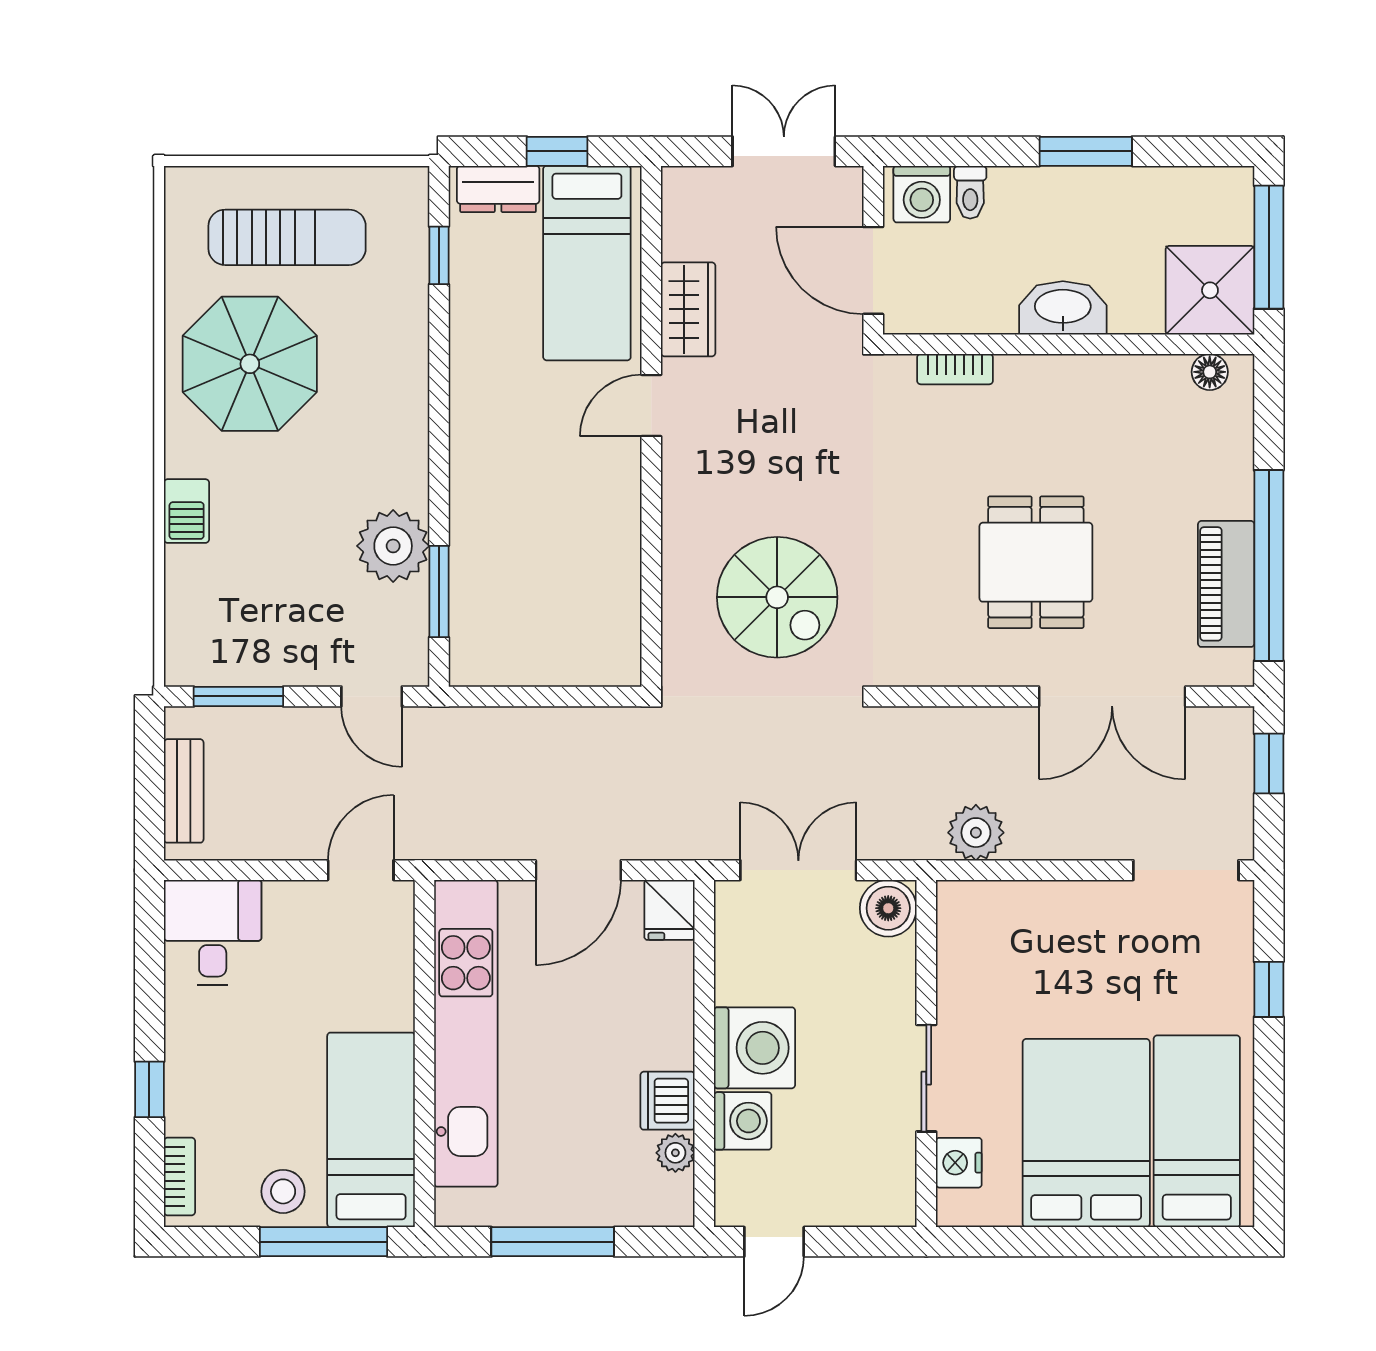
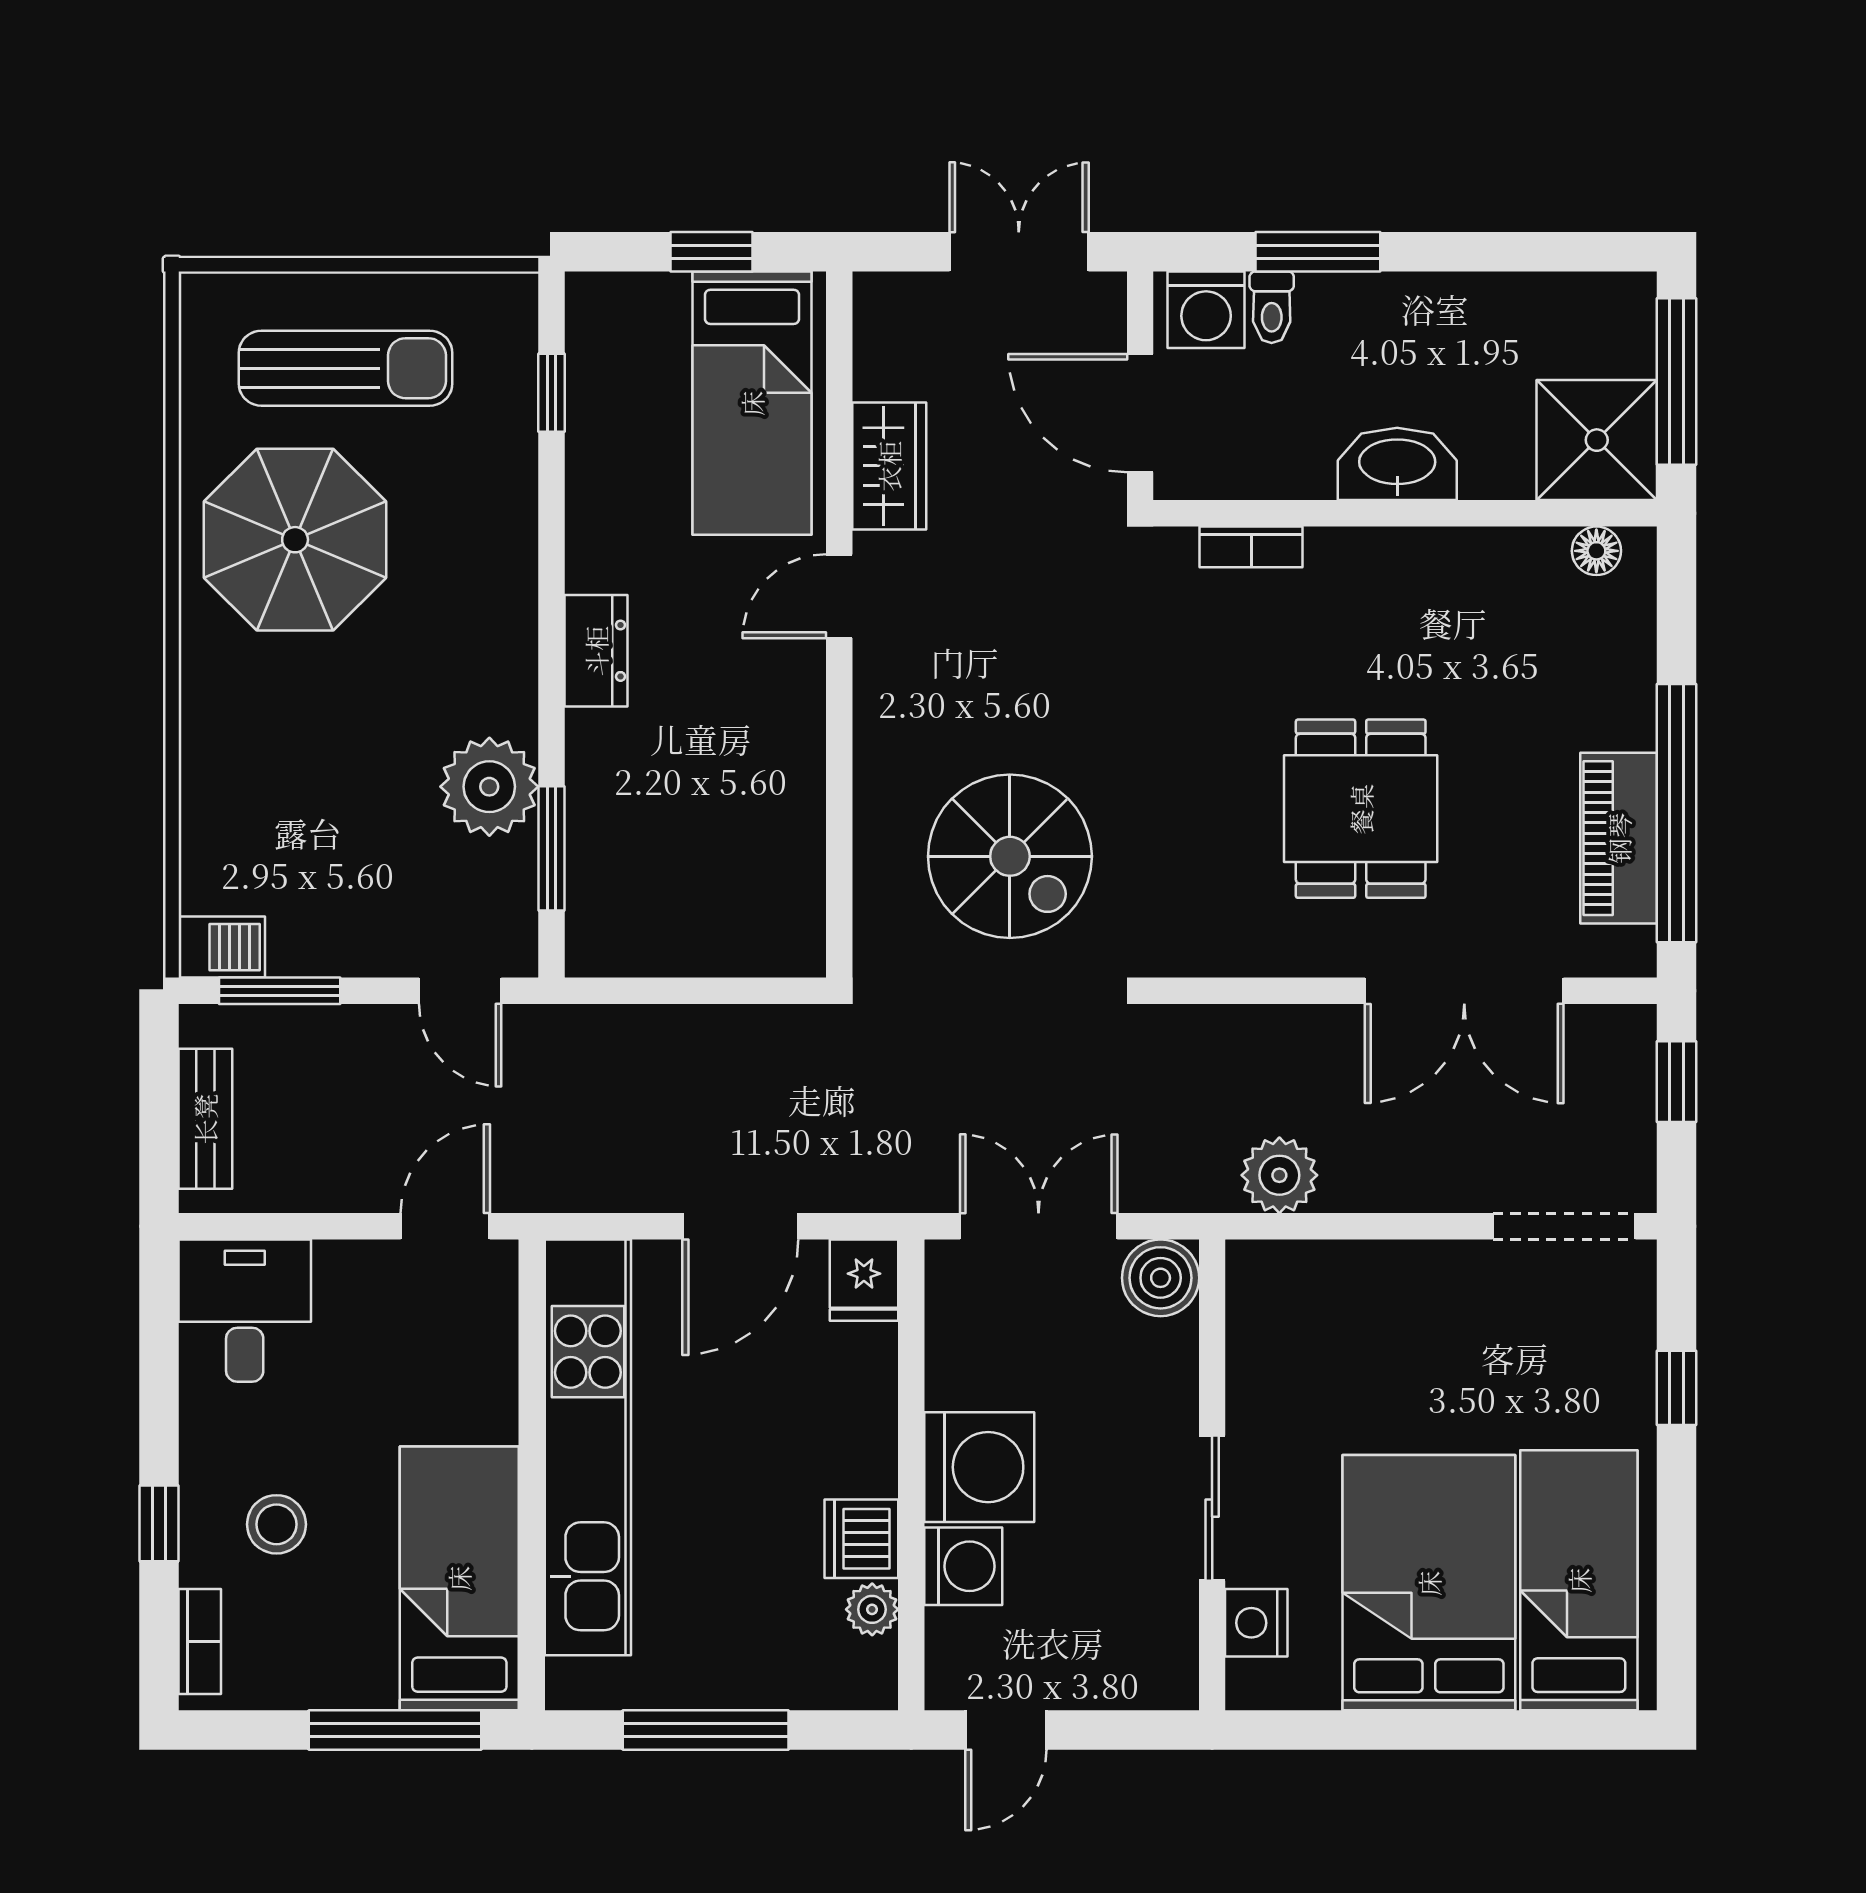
window: (1086, 151) -> (1318, 252), moved
dresser: (498, 189) -> (596, 651), moved, turned -90
barbecue: (187, 511) -> (222, 947), moved, turned -90
stool: (283, 1191) -> (276, 1524), moved

